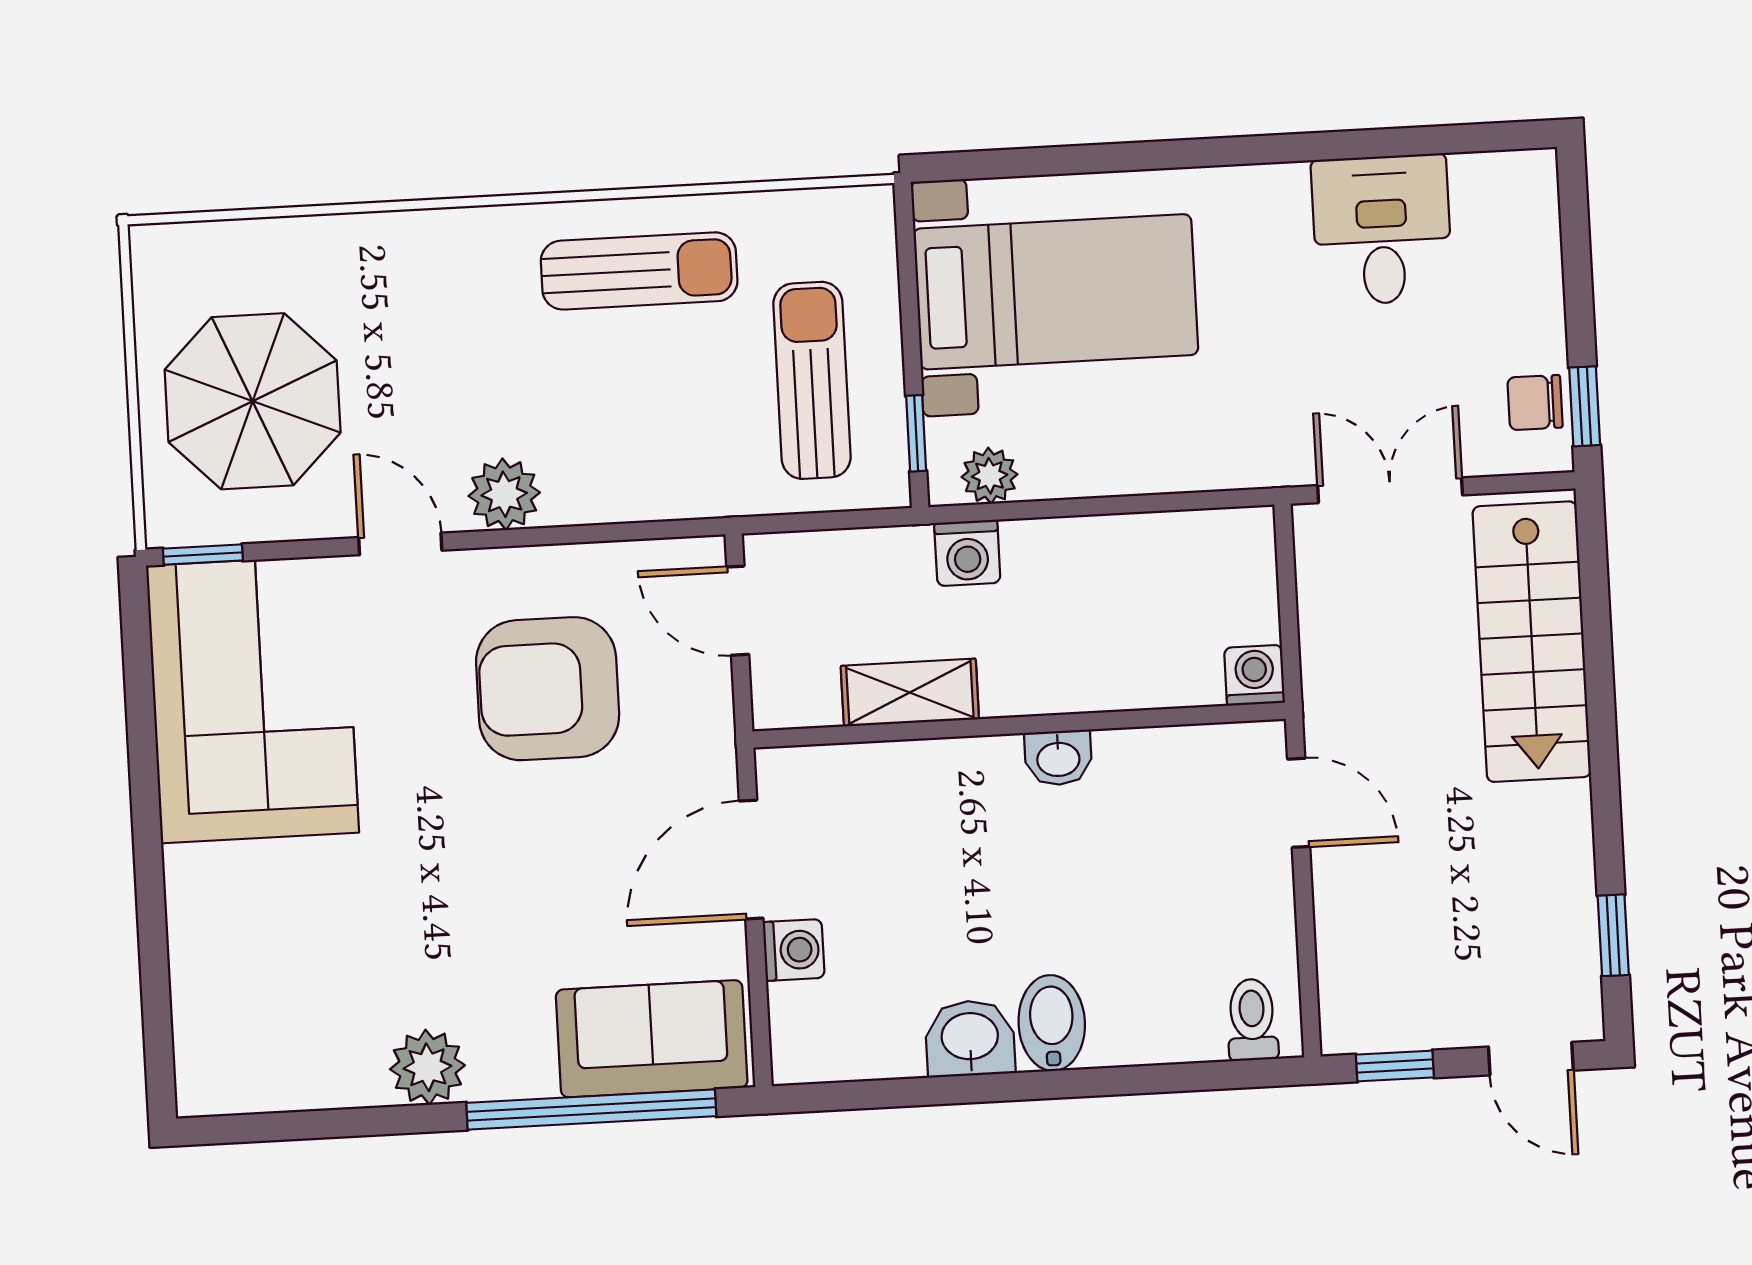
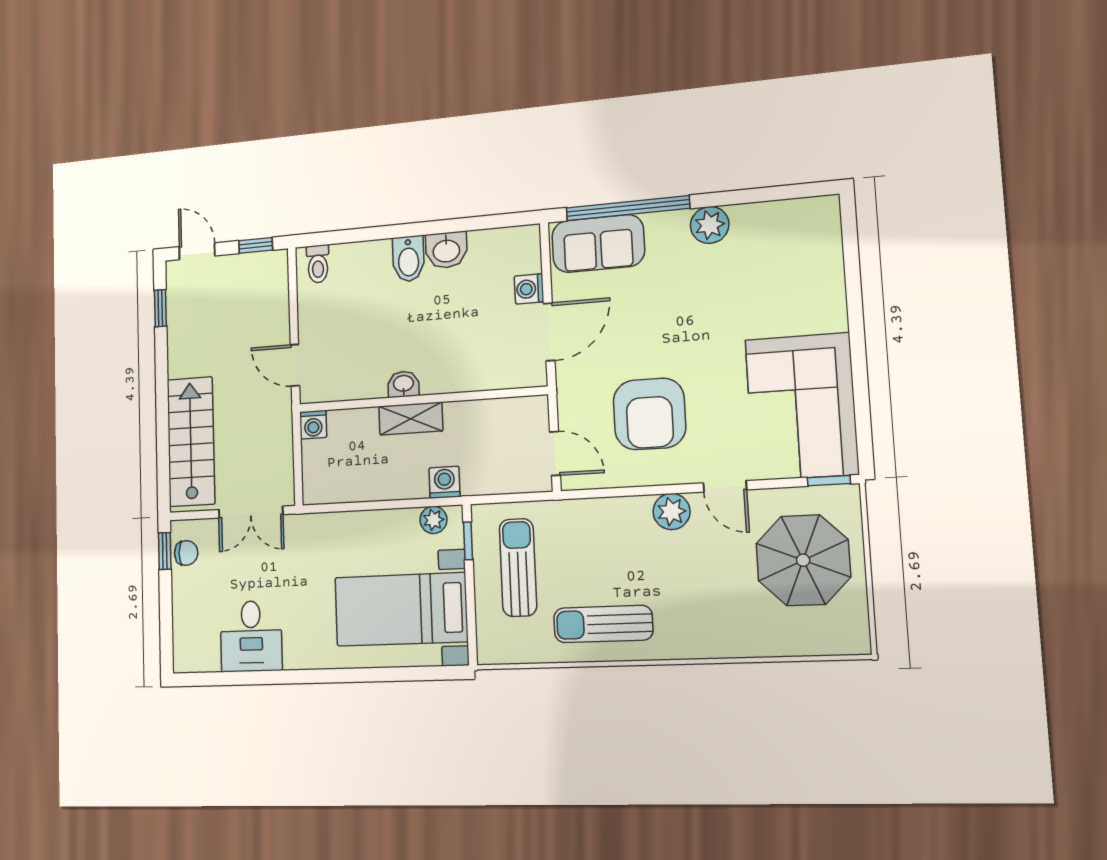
sun lounger: (812, 380) -> (518, 568), turned 180
armchair: (548, 689) -> (649, 414), turned 90
shelving: (910, 693) -> (411, 419), moved

